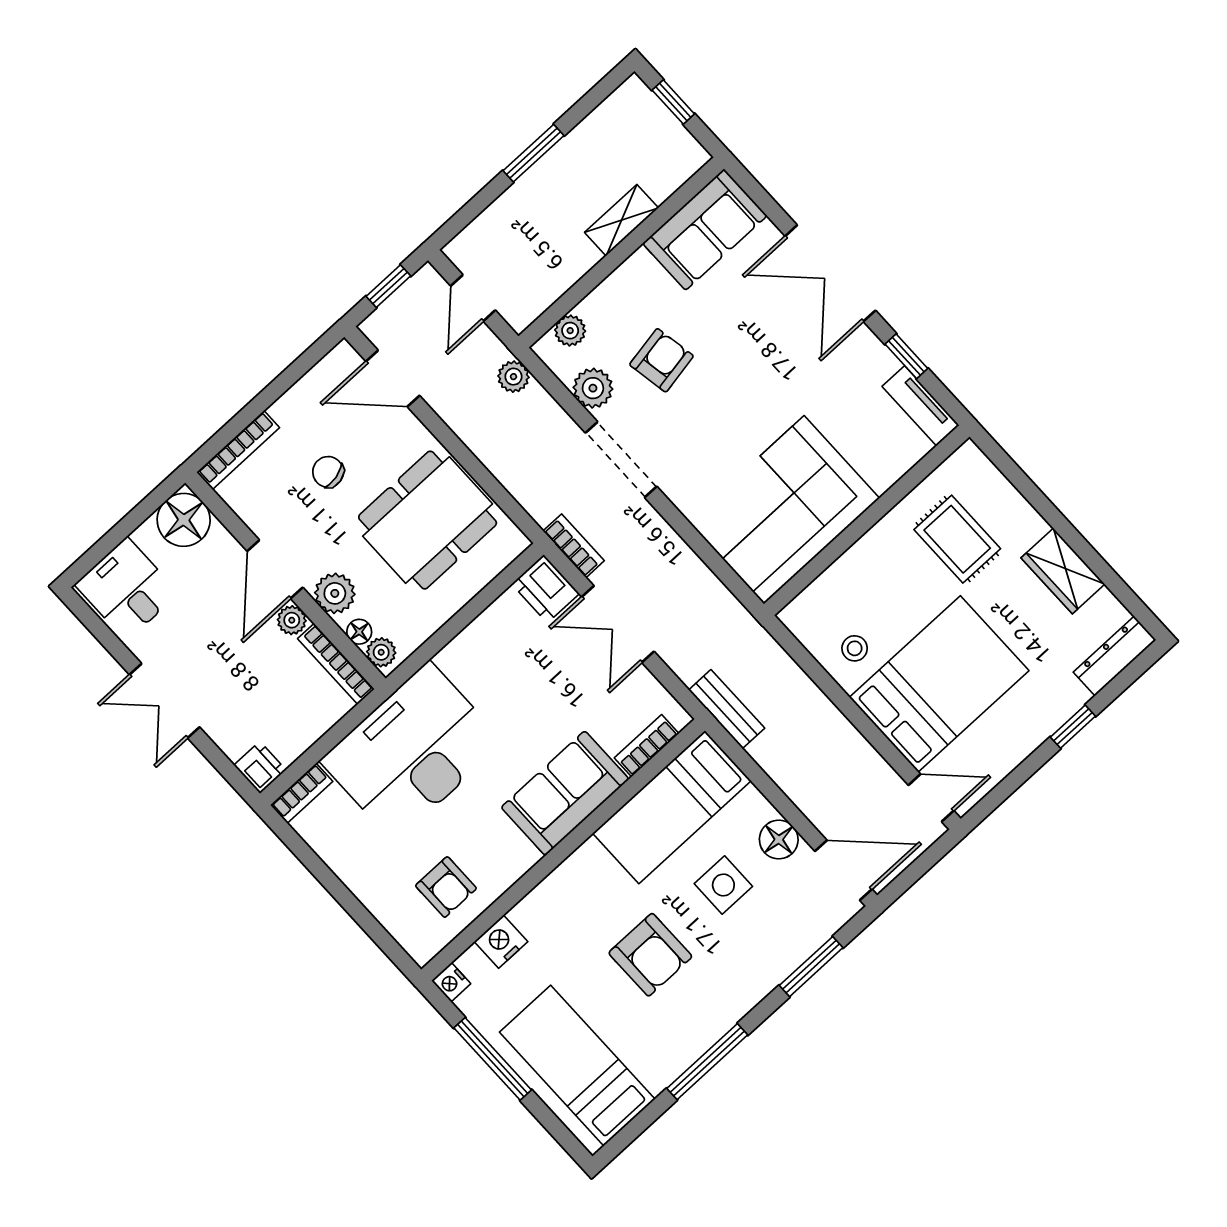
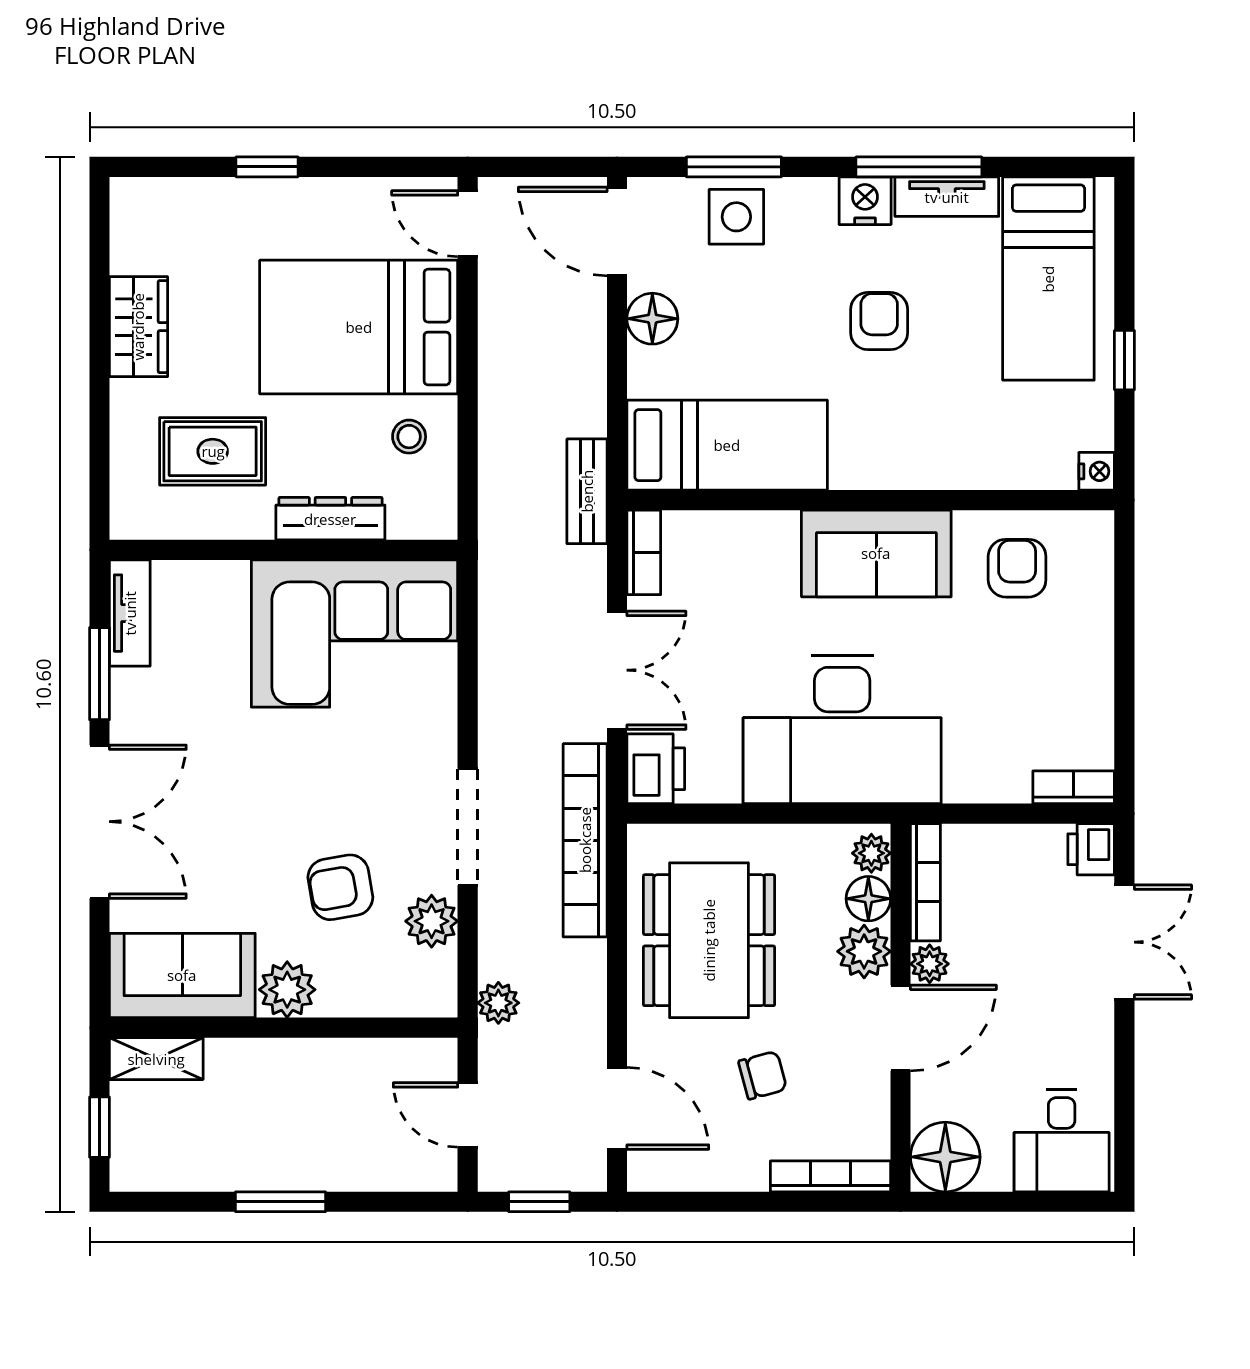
shelving: (622, 220) -> (156, 1059), moved
door: (473, 298) -> (468, 1115), swing flipped
plant: (570, 331) -> (287, 990), moved, width x1.38, depth x1.38
window: (906, 356) -> (100, 674), width x1.50
chair: (328, 472) -> (763, 1075), turned -92
dining table: (428, 520) -> (709, 940), turned 90
rug: (957, 539) -> (213, 451), turned 90
bookcase: (574, 546) -> (585, 840), width x2.31, depth x1.31
floor lamp: (359, 632) -> (868, 899), width x1.37, depth x1.37
dresser: (1115, 656) -> (330, 519), moved, turned 180
double door: (165, 701) -> (1124, 942), moved
bookcase: (647, 746) -> (644, 552), moved, turned -90
desk: (412, 752) -> (842, 730), moved
sofa: (565, 793) -> (876, 553), moved
side table: (723, 885) -> (736, 217), moved
nightstand: (501, 942) -> (865, 201), moved, turned 180
armchair: (650, 955) -> (879, 321), width x0.72, depth x0.72
window: (493, 1059) -> (1124, 360), width x0.46
tv unit: (676, 1059) -> (947, 197), added

